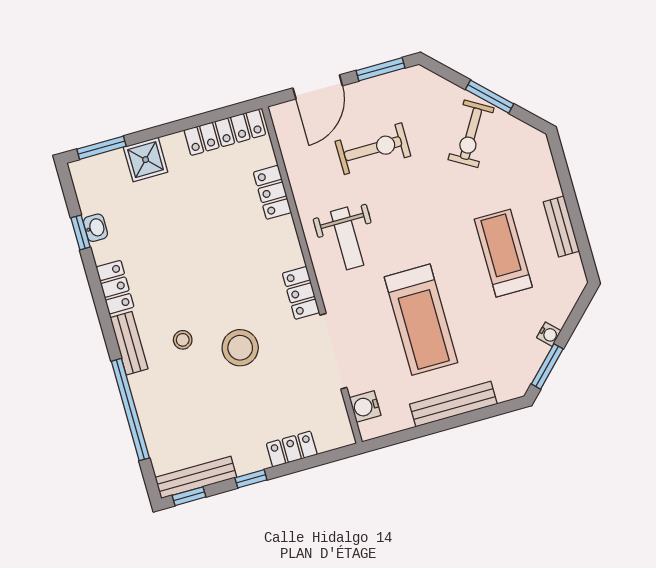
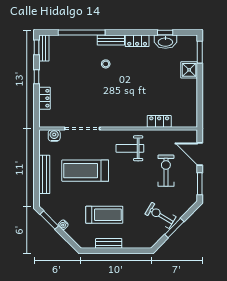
locker: (225, 132) -> (191, 108), removed
exercise bike: (373, 149) -> (166, 171), turned 180
washbasin: (95, 228) -> (165, 42), width x1.91, depth x1.45
locker: (301, 293) -> (112, 121), removed
stool: (240, 348) -> (95, 88), removed
bench: (196, 477) -> (44, 48), width x0.73

